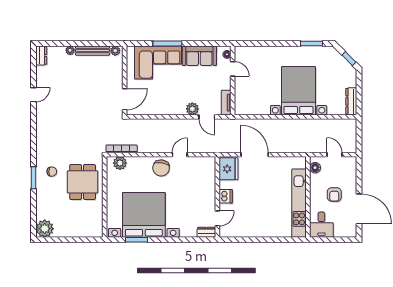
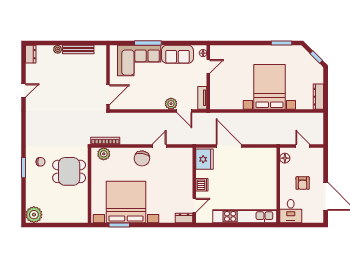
plant: (115, 51) -> (99, 50), removed
door: (233, 69) -> (208, 66), hinge flipped
dining table: (83, 182) -> (69, 171), turned 90
kitchen unit: (299, 203) -> (245, 216), moved, turned 90

